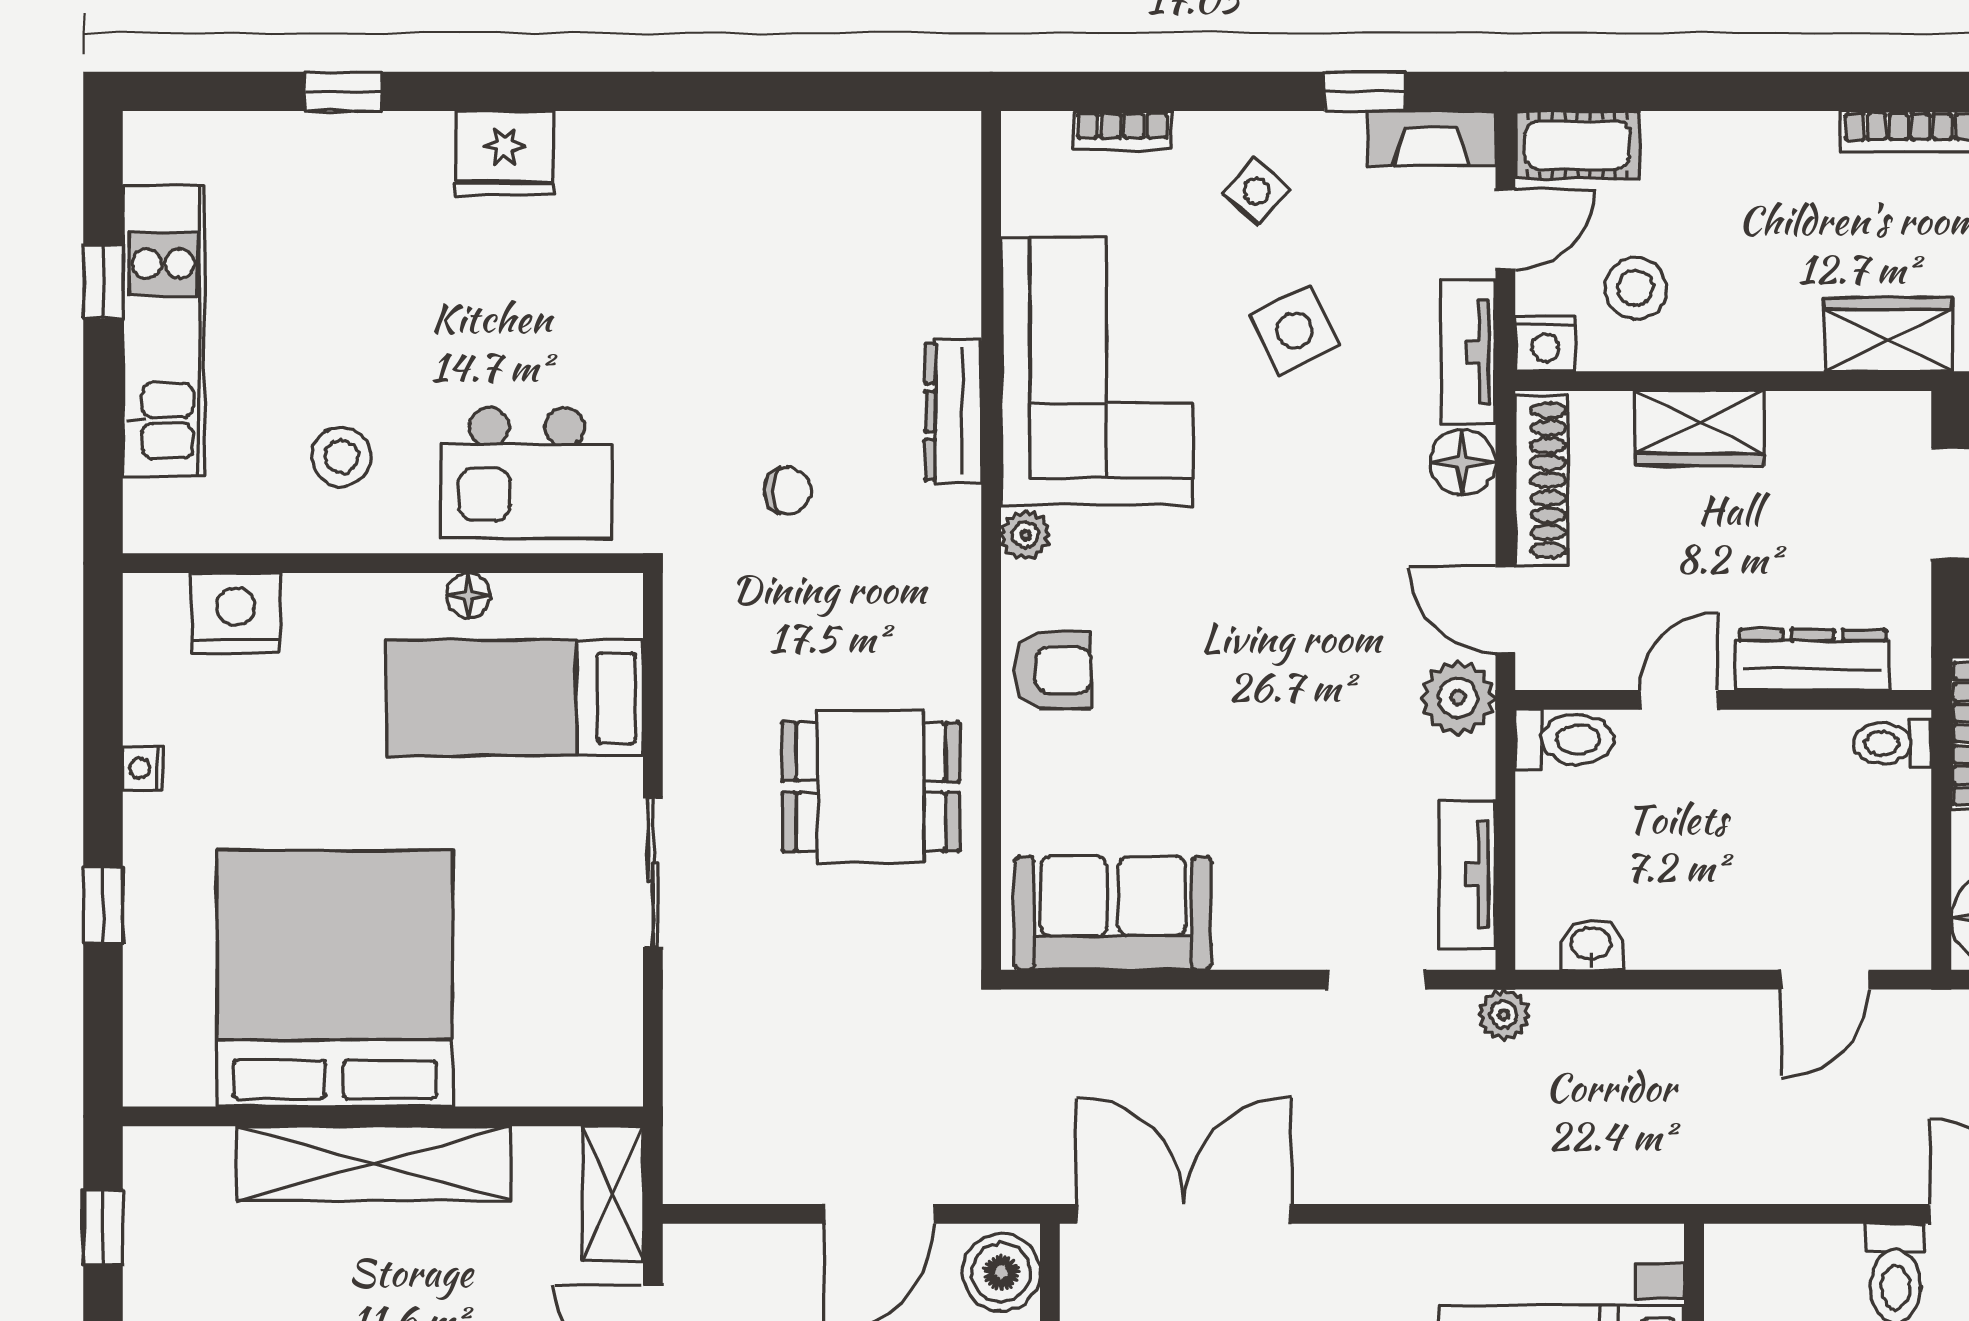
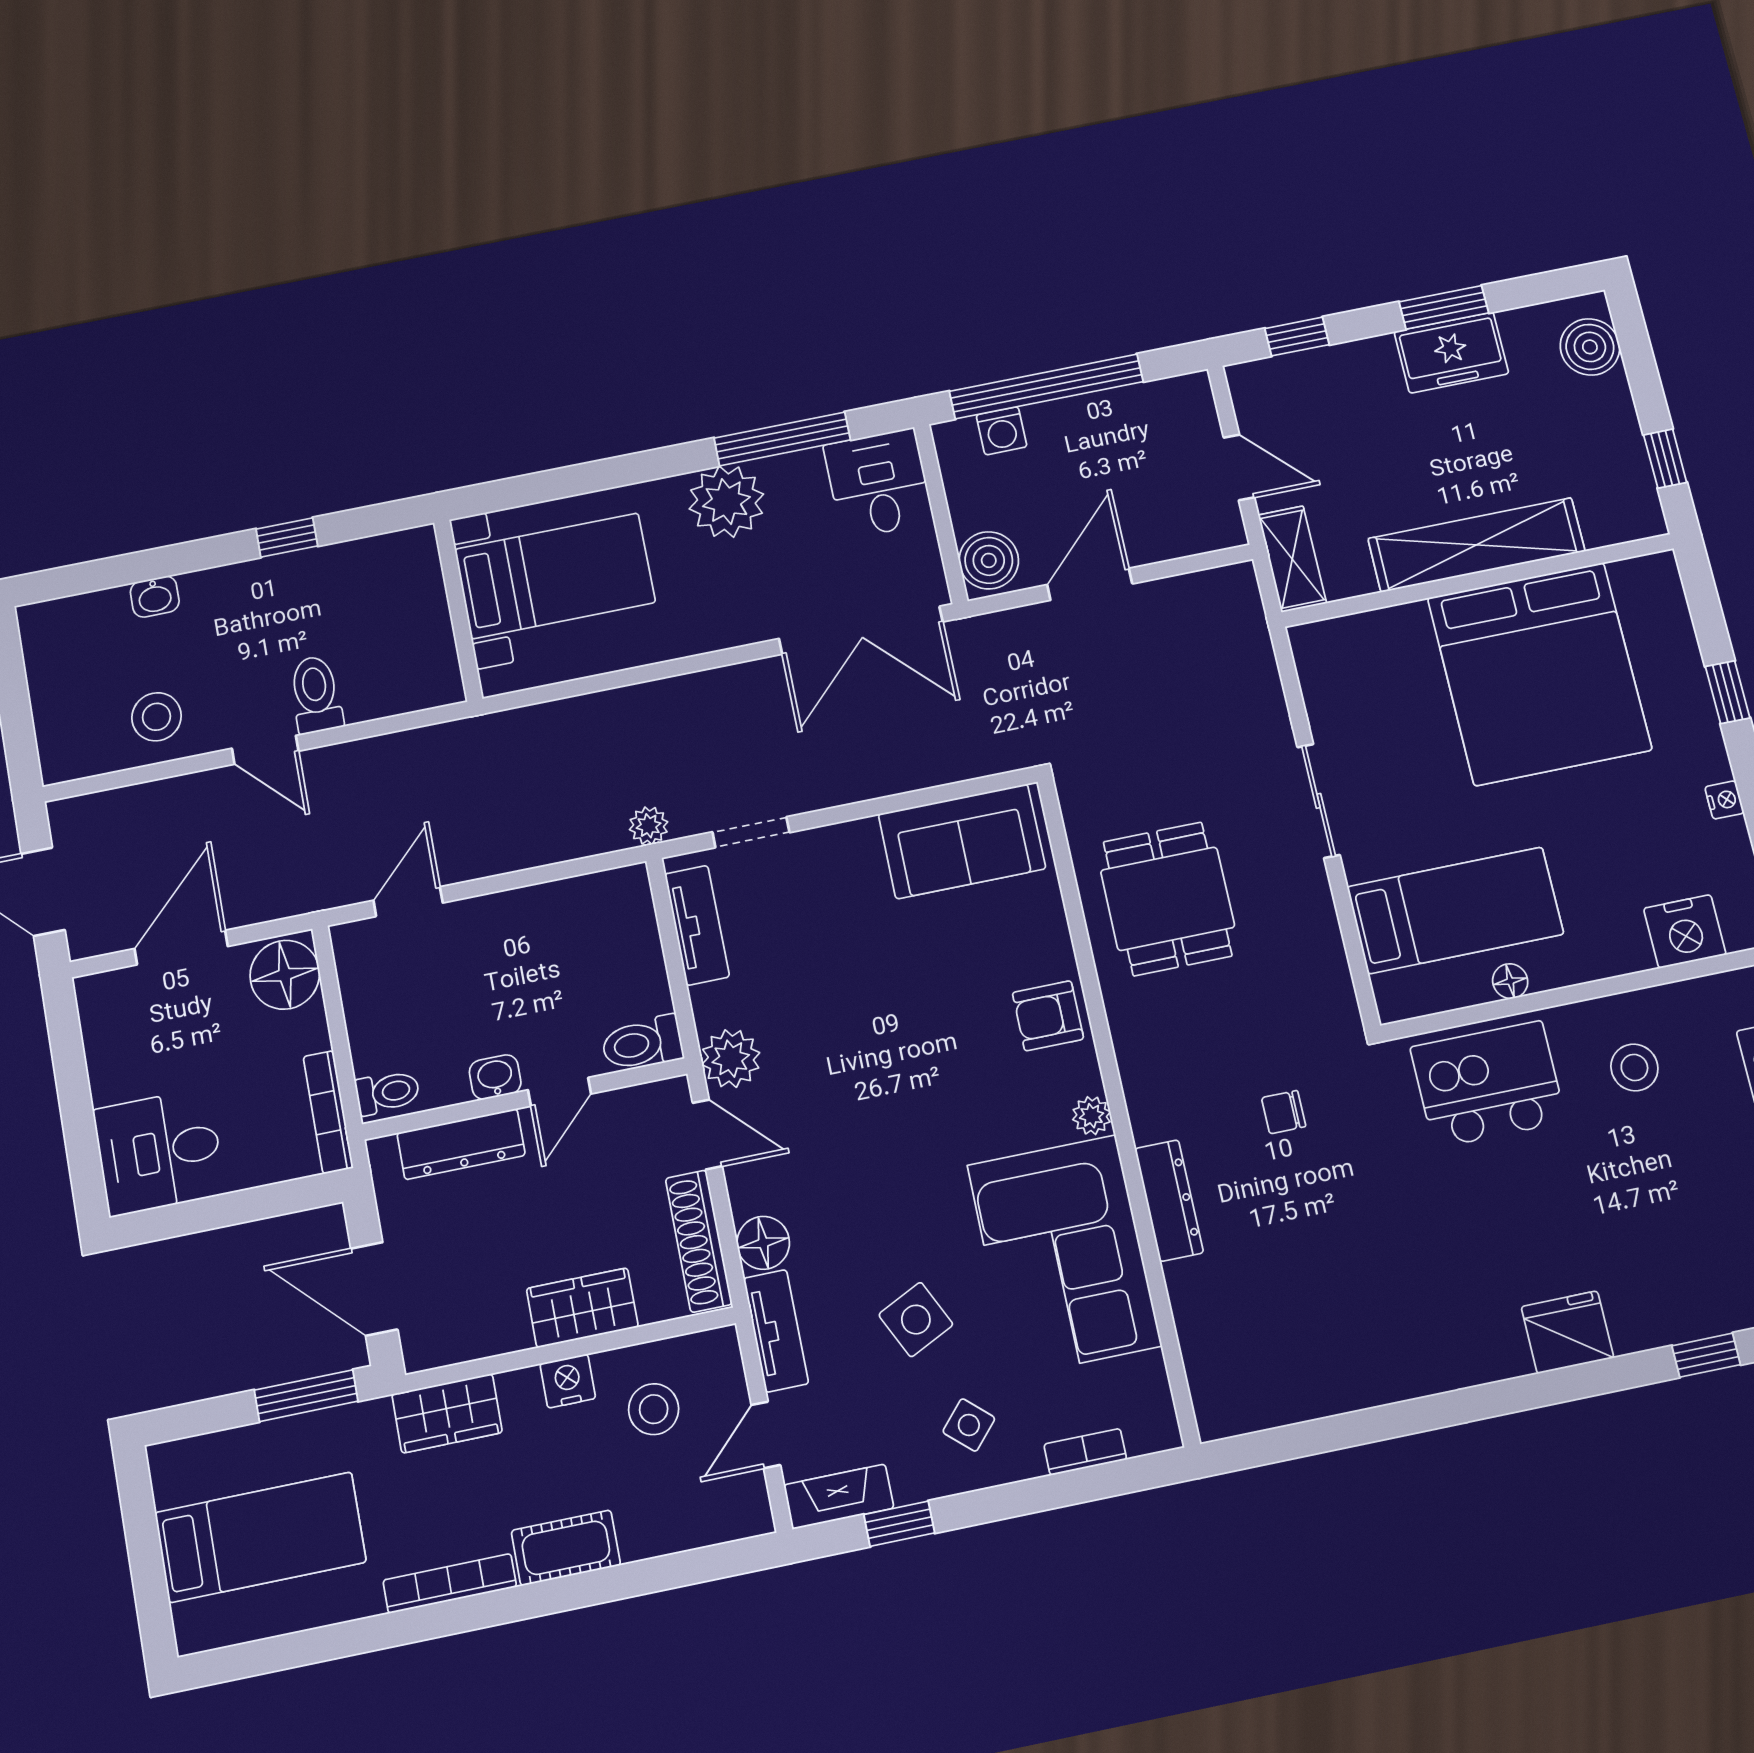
cot: (1578, 145) -> (566, 1548), moved
nightstand: (1545, 343) -> (568, 1381), moved
dining table: (871, 787) -> (1168, 899), turned 90
washbasin: (1591, 945) -> (495, 1077), moved, turned 180

